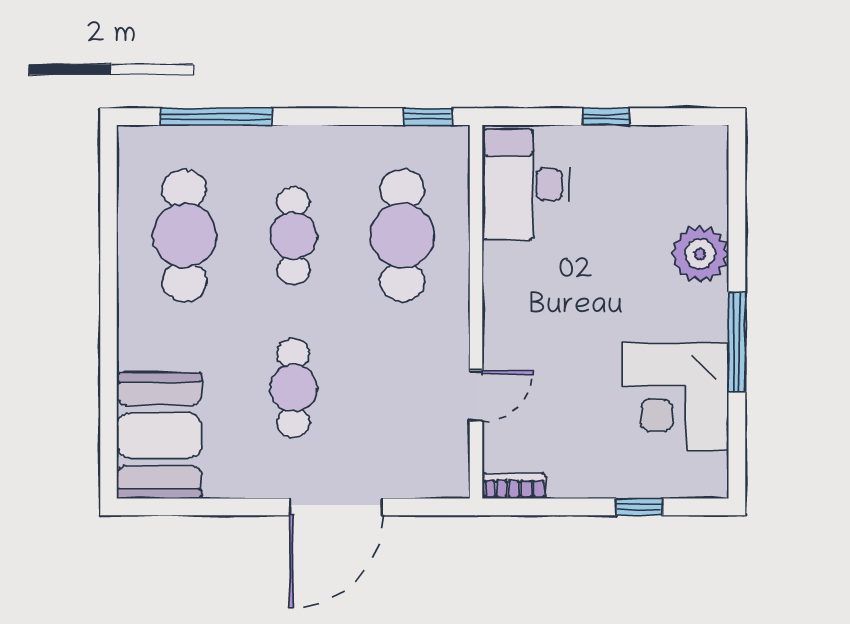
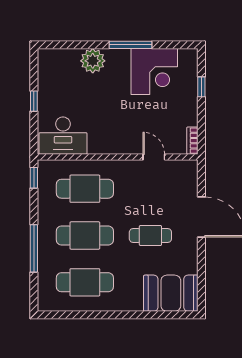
window: (216, 117) -> (34, 248), moved
cafe table: (293, 235) -> (85, 235), width x1.37, depth x1.35

